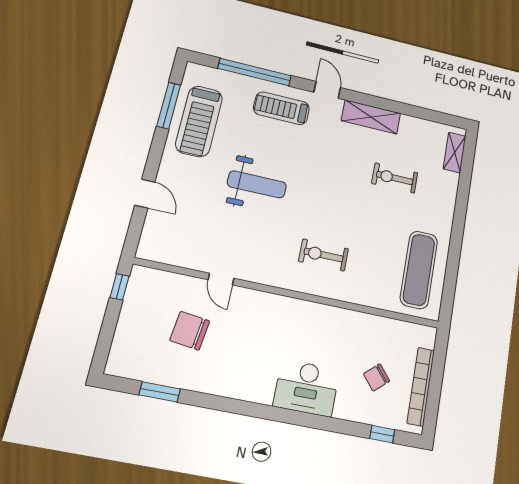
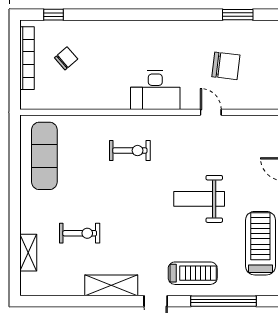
shelving: (455, 152) -> (28, 253), moved
desk: (306, 388) -> (155, 90), moved, turned 180

